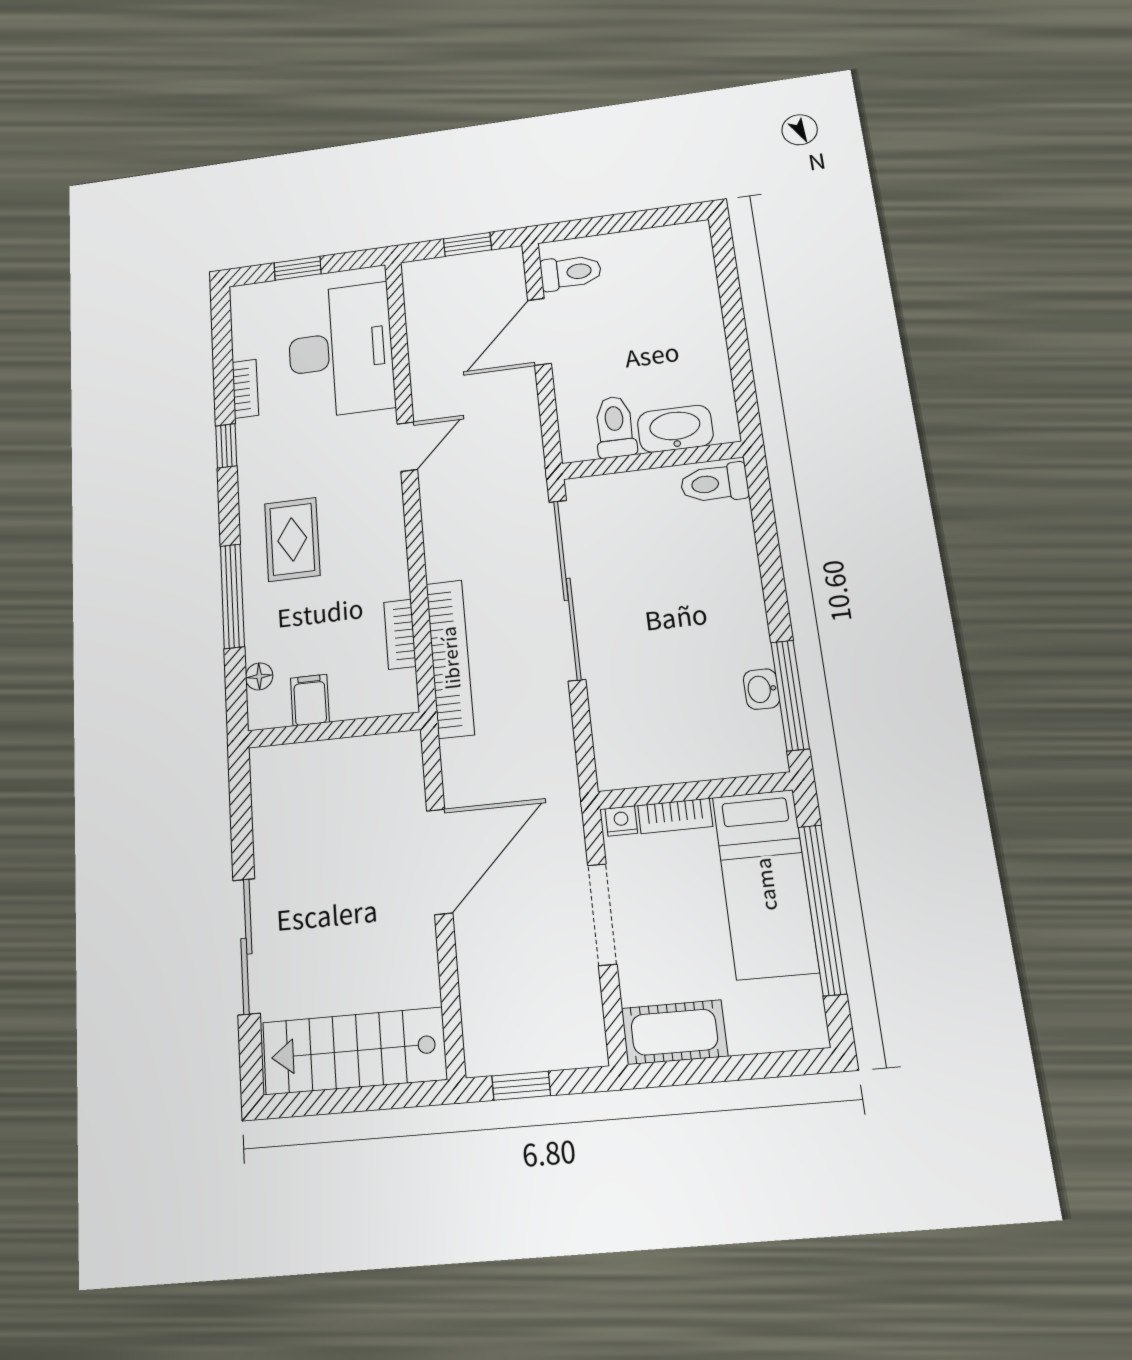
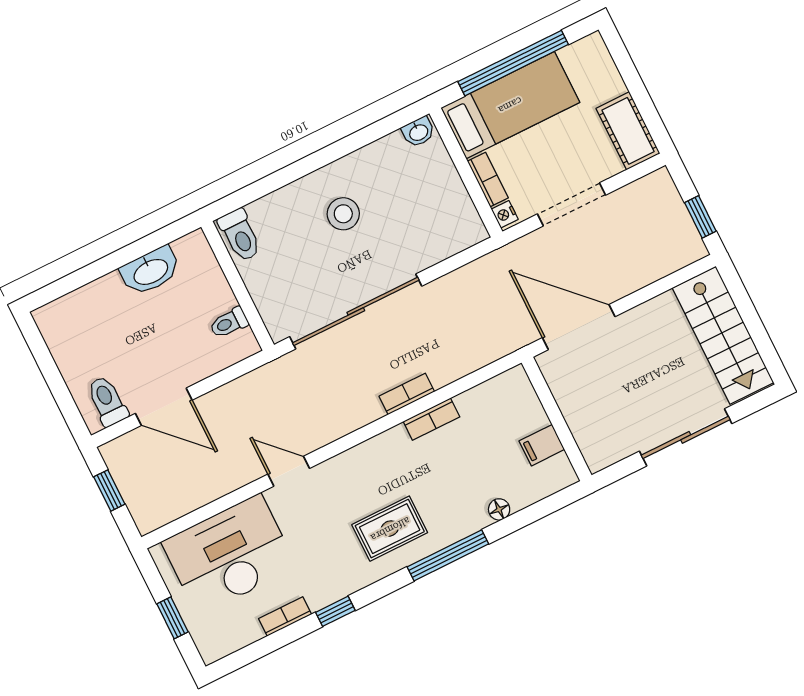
toilet: (615, 427) -> (229, 323), width x0.73, depth x0.72
washbasin: (675, 429) -> (150, 271), moved, turned -90
stool: (696, 616) -> (343, 214), added
bookcase: (450, 658) -> (407, 394), width x0.43, depth x0.76
washbasin: (761, 689) -> (418, 132), moved
window: (790, 695) -> (376, 131), removed
filing cabinet: (310, 700) -> (542, 445), moved
wall: (334, 730) -> (557, 419), moved

